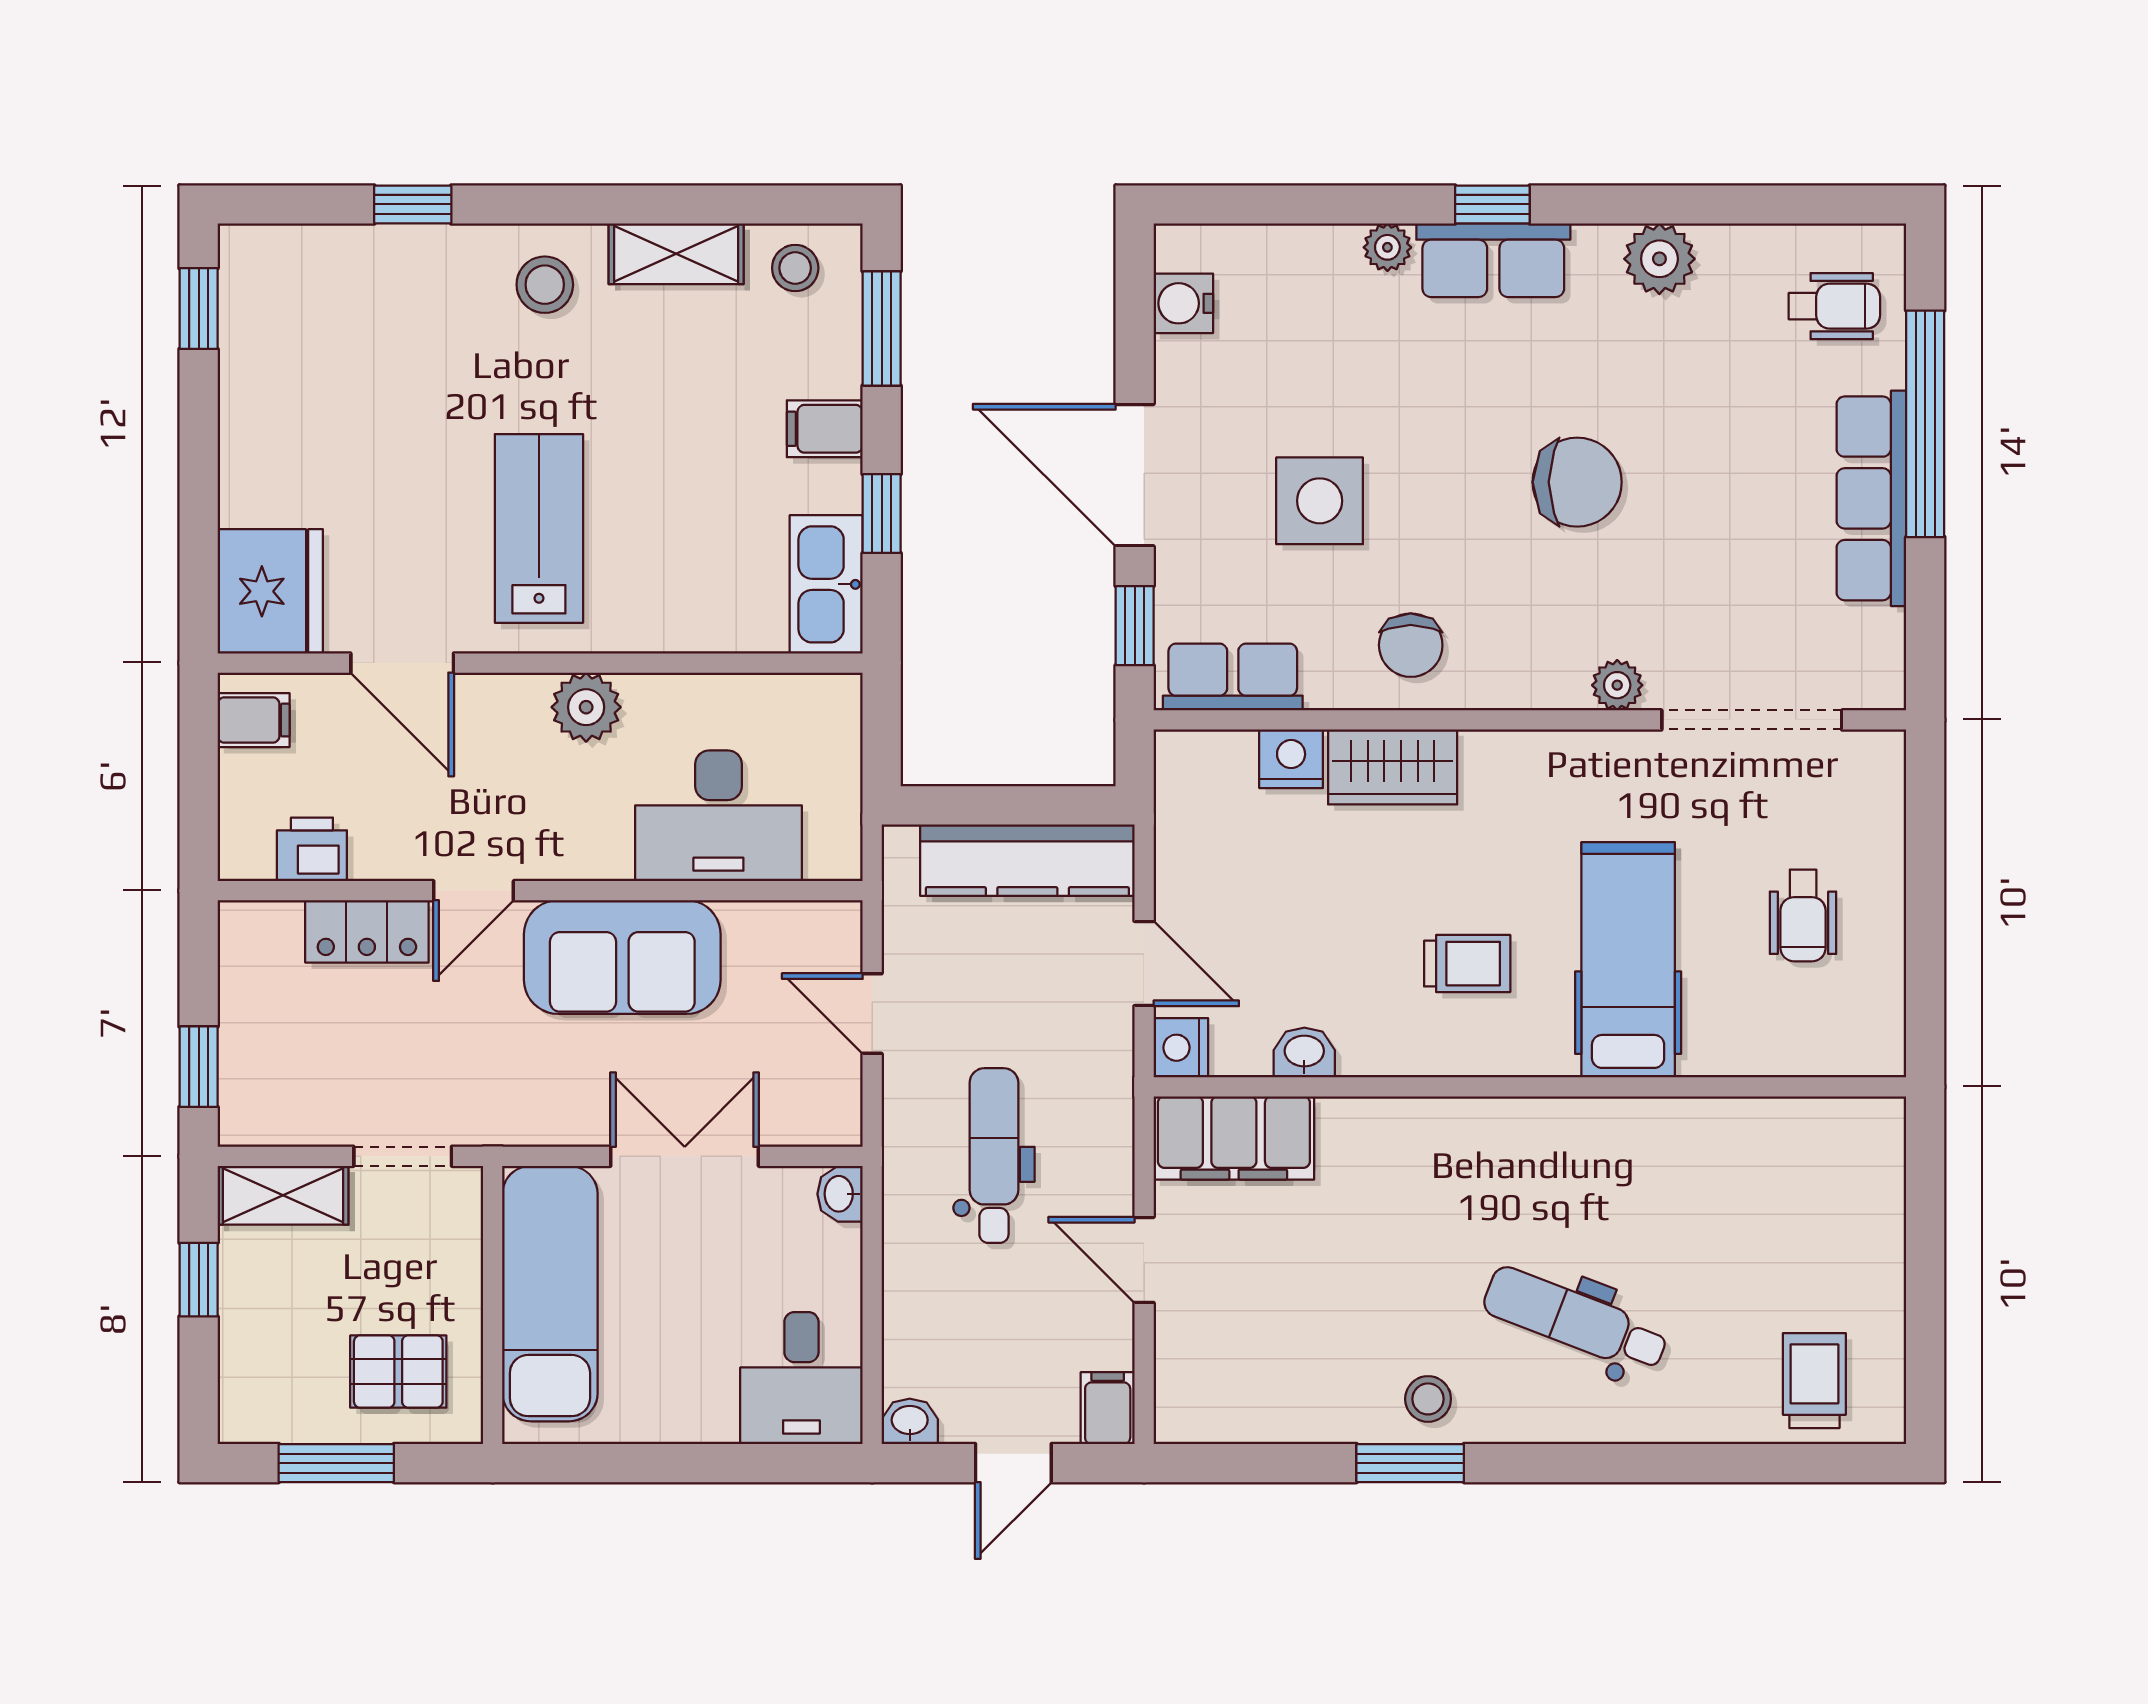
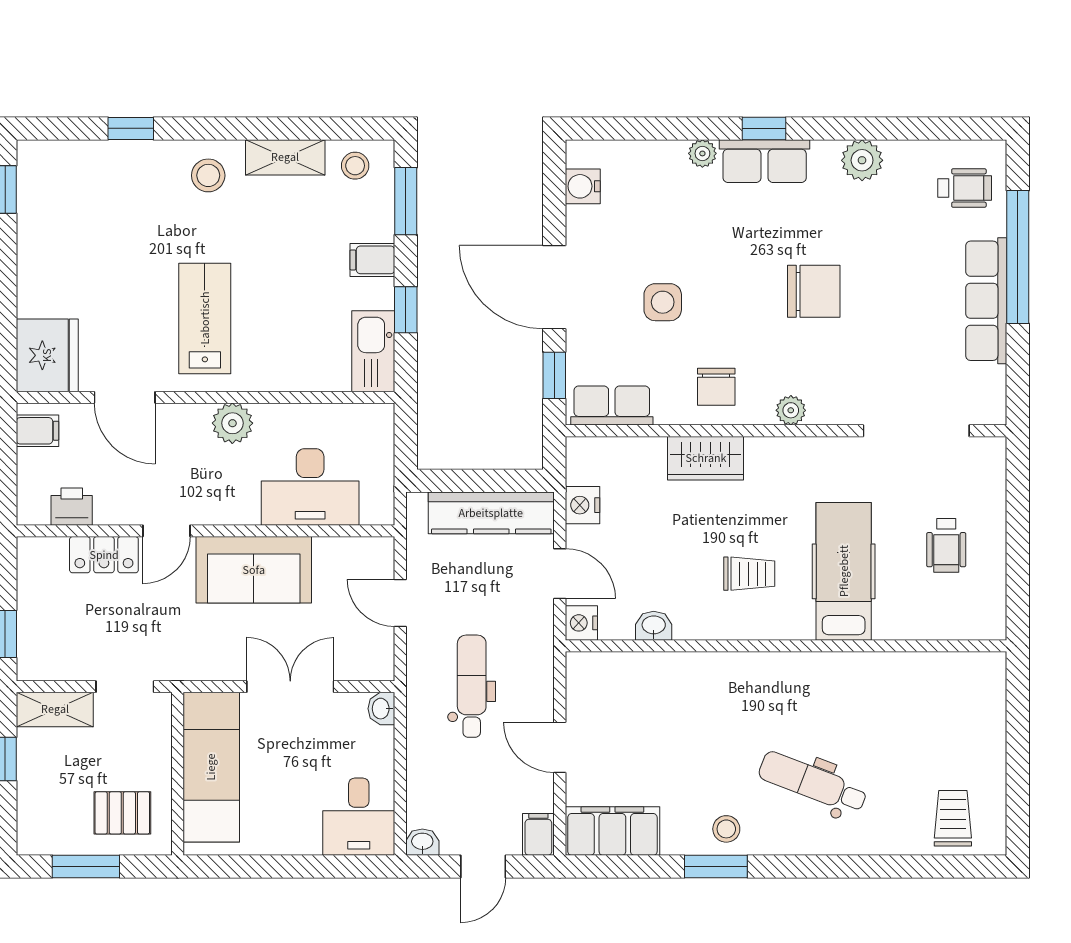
side table: (1320, 501) -> (663, 302), width x0.73, depth x0.73
plant: (1617, 685) -> (791, 410), moved
nightstand: (1291, 759) -> (583, 505), moved, turned -90
filing cabinet: (1234, 1138) -> (612, 831), moved, turned 180

